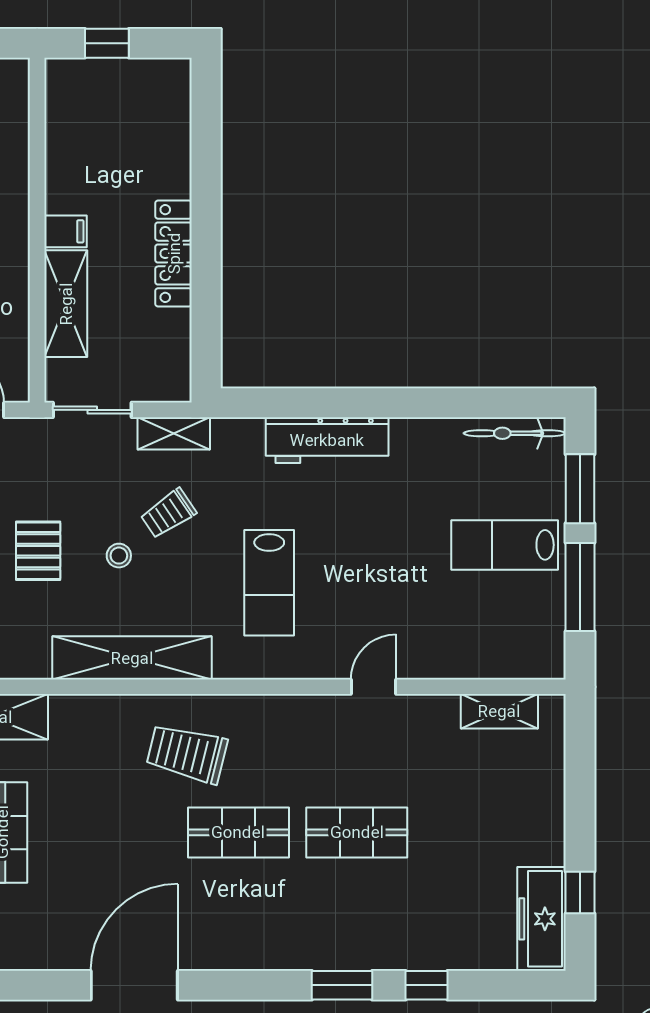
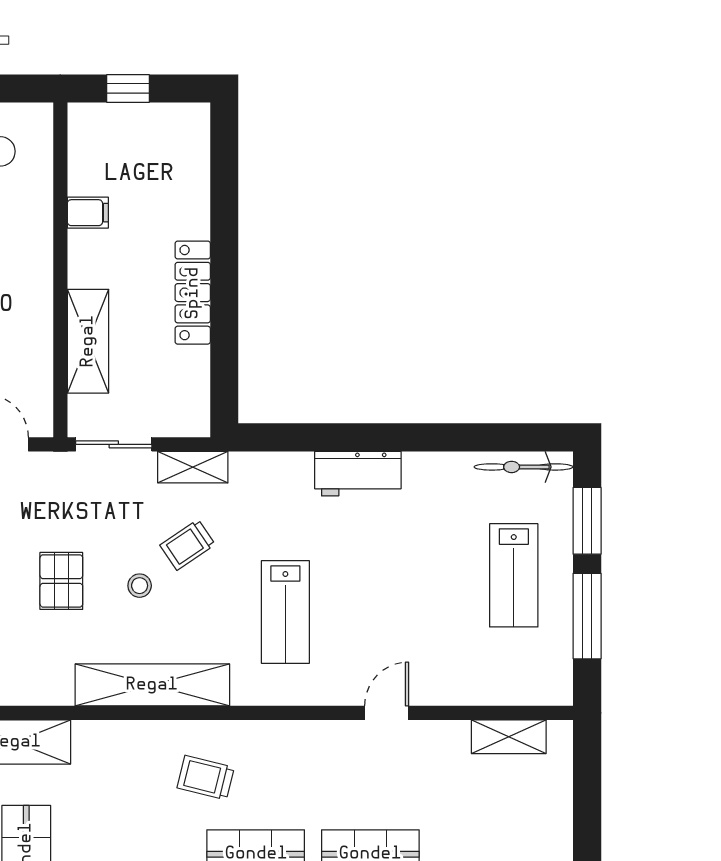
filing cabinet: (66, 231) -> (88, 213), moved
workbench: (327, 440) -> (358, 474), width x0.73
lab bench: (505, 545) -> (514, 575), turned -90
trolley: (187, 753) -> (206, 778), width x0.73, depth x0.72

